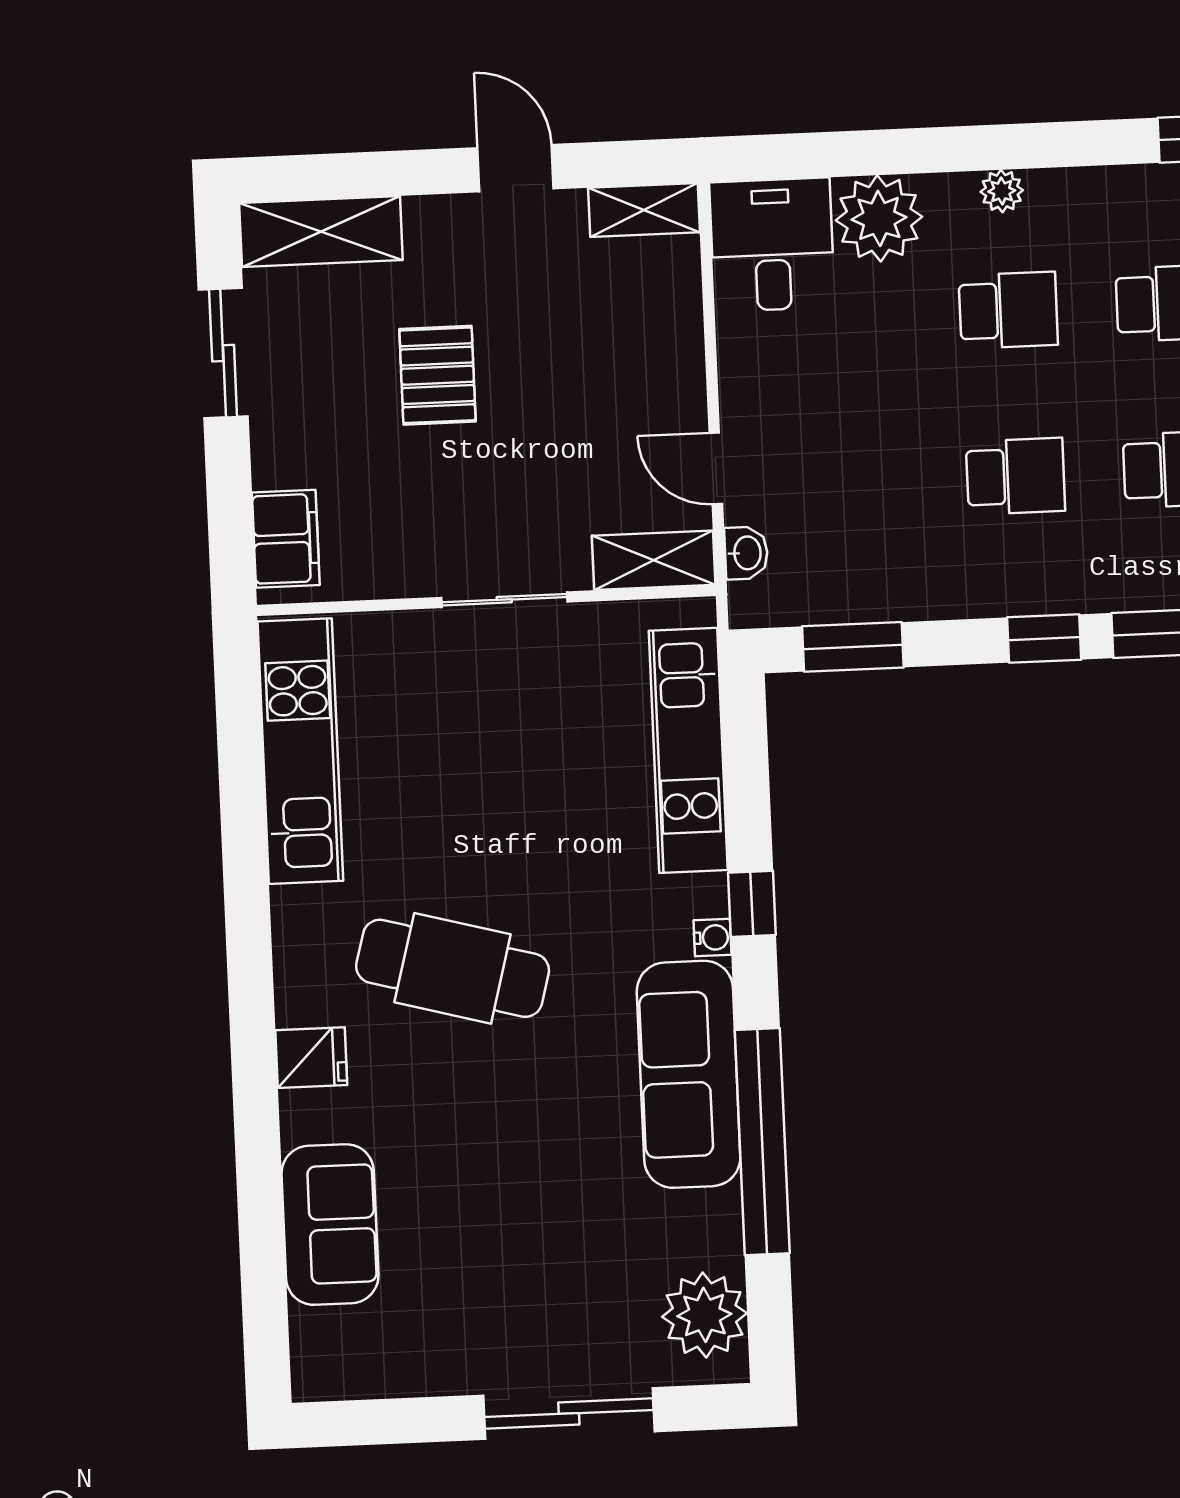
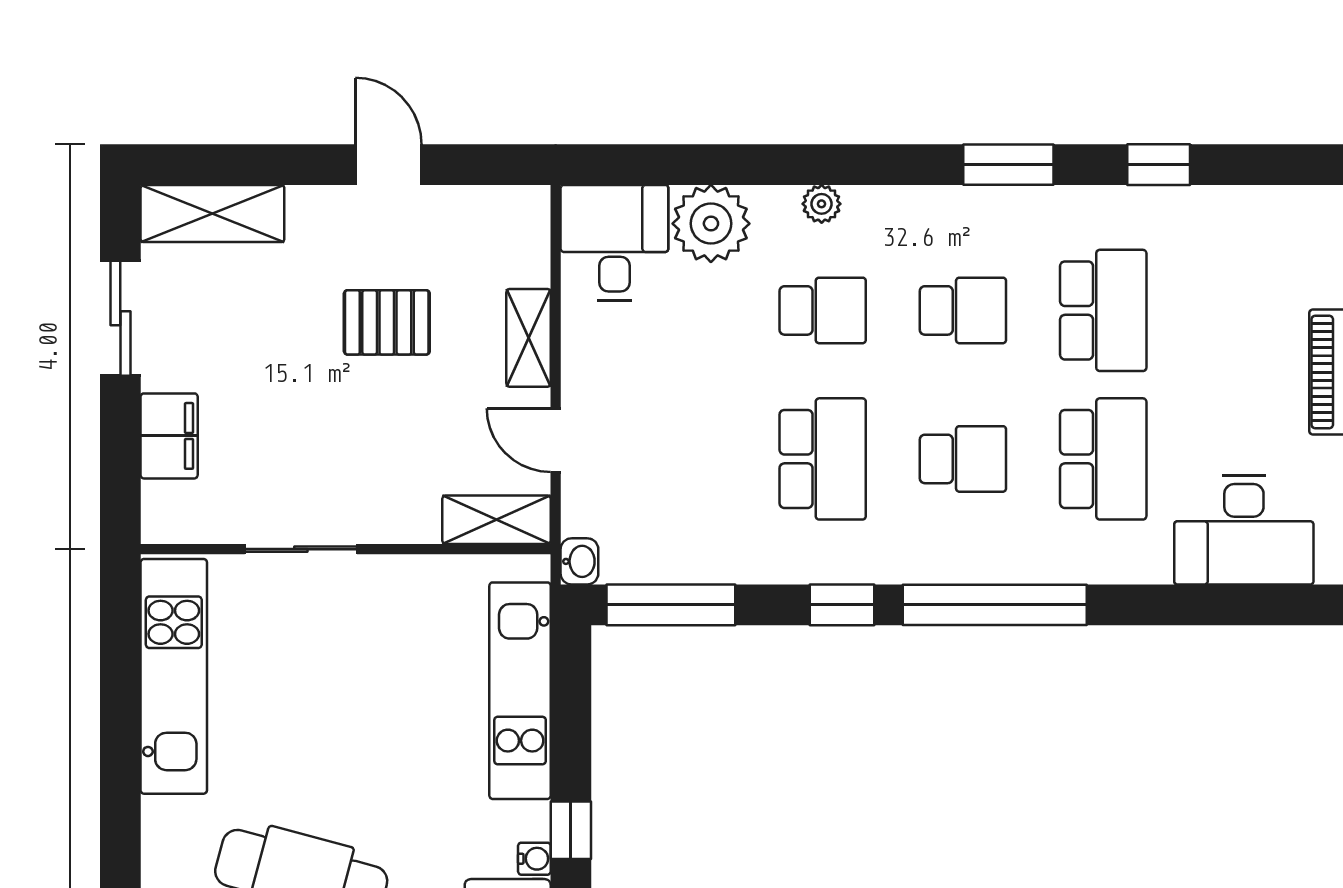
shelving: (644, 210) -> (529, 338), moved, turned 90
pallet: (437, 375) -> (387, 322), moved, turned 90
school desk: (1016, 476) -> (823, 459), width x1.85
filing cabinet: (286, 539) -> (169, 436), moved
washbasin: (746, 553) -> (579, 561), moved
sliding door: (504, 600) -> (301, 549), moved
window: (853, 647) -> (671, 605), width x1.44

